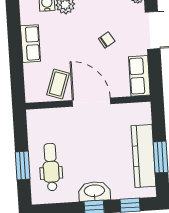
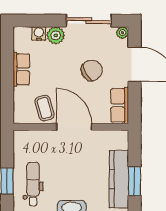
chair: (107, 40) -> (92, 70), width x1.87, depth x1.87
coffee table: (58, 84) -> (44, 108), turned -34

